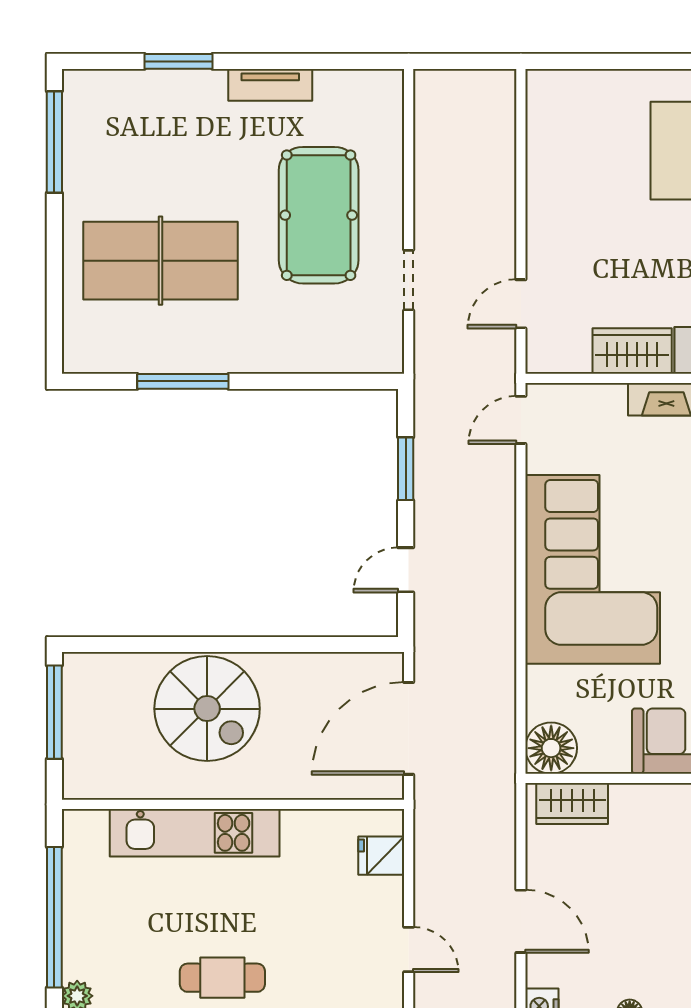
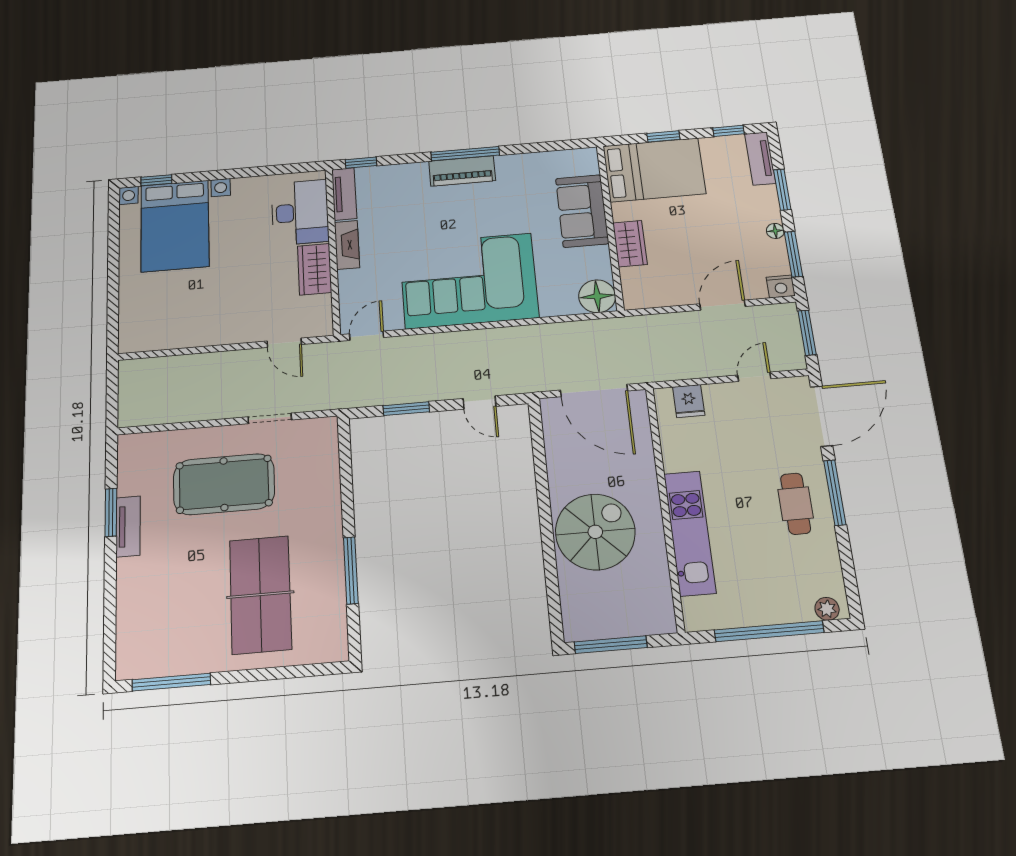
window: (179, 61) -> (111, 512), moved
door: (521, 420) -> (367, 336), swing flipped
wardrobe: (572, 803) -> (630, 244), moved

